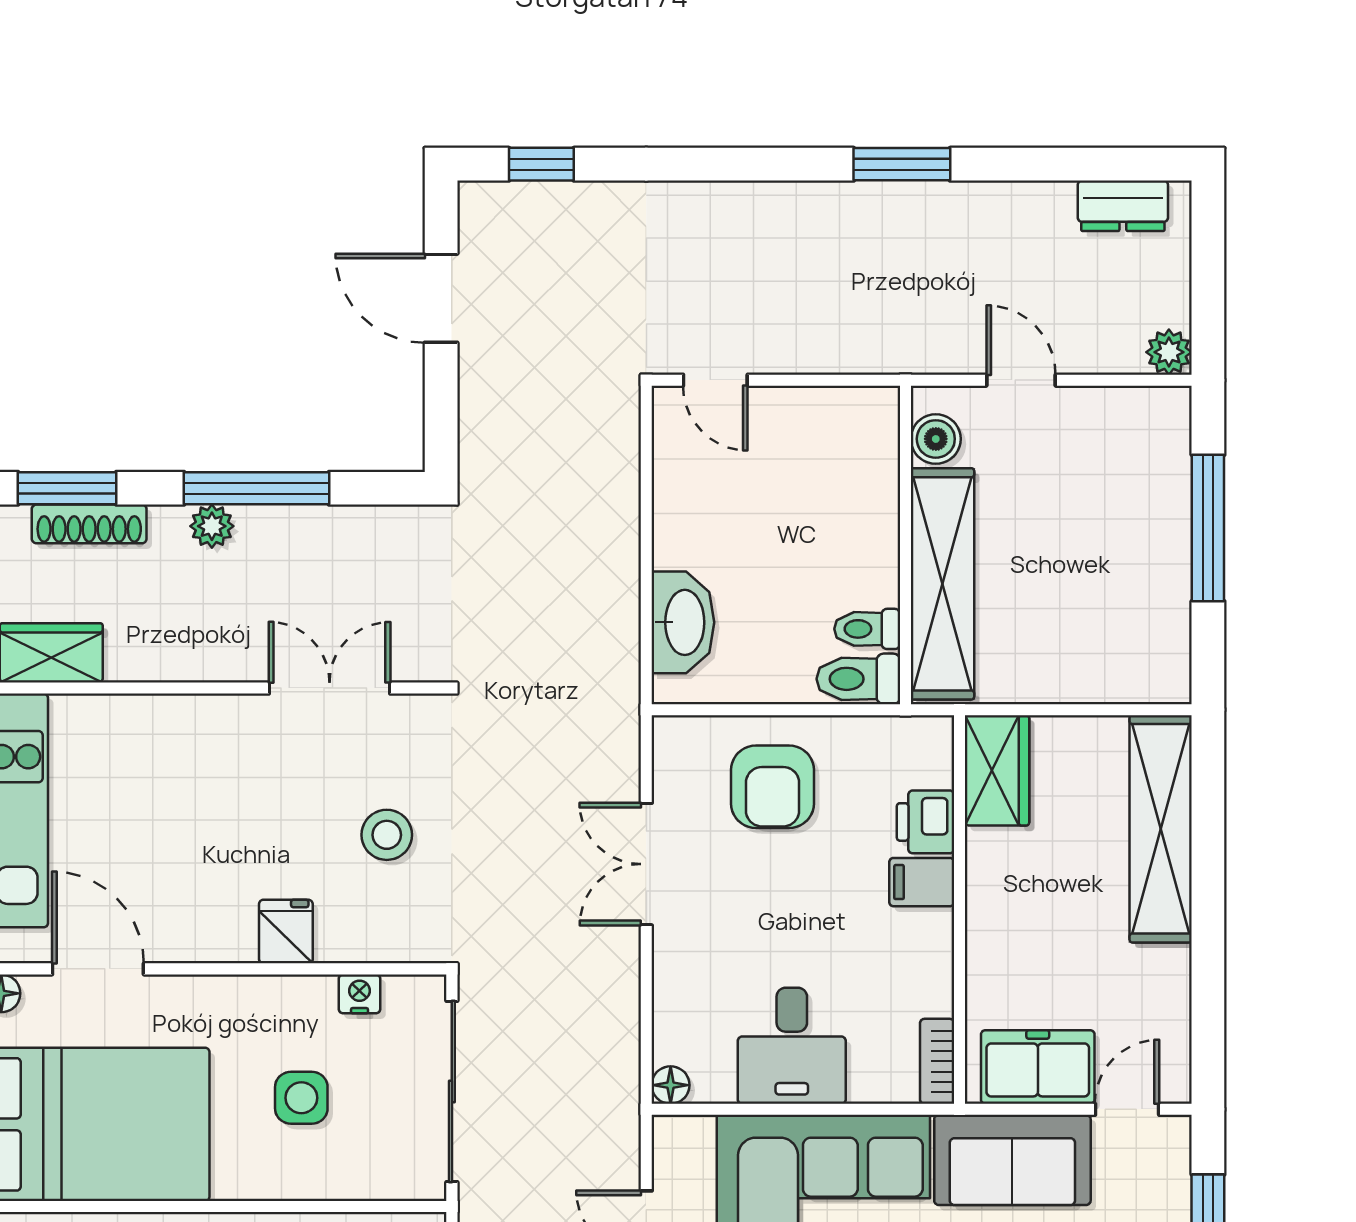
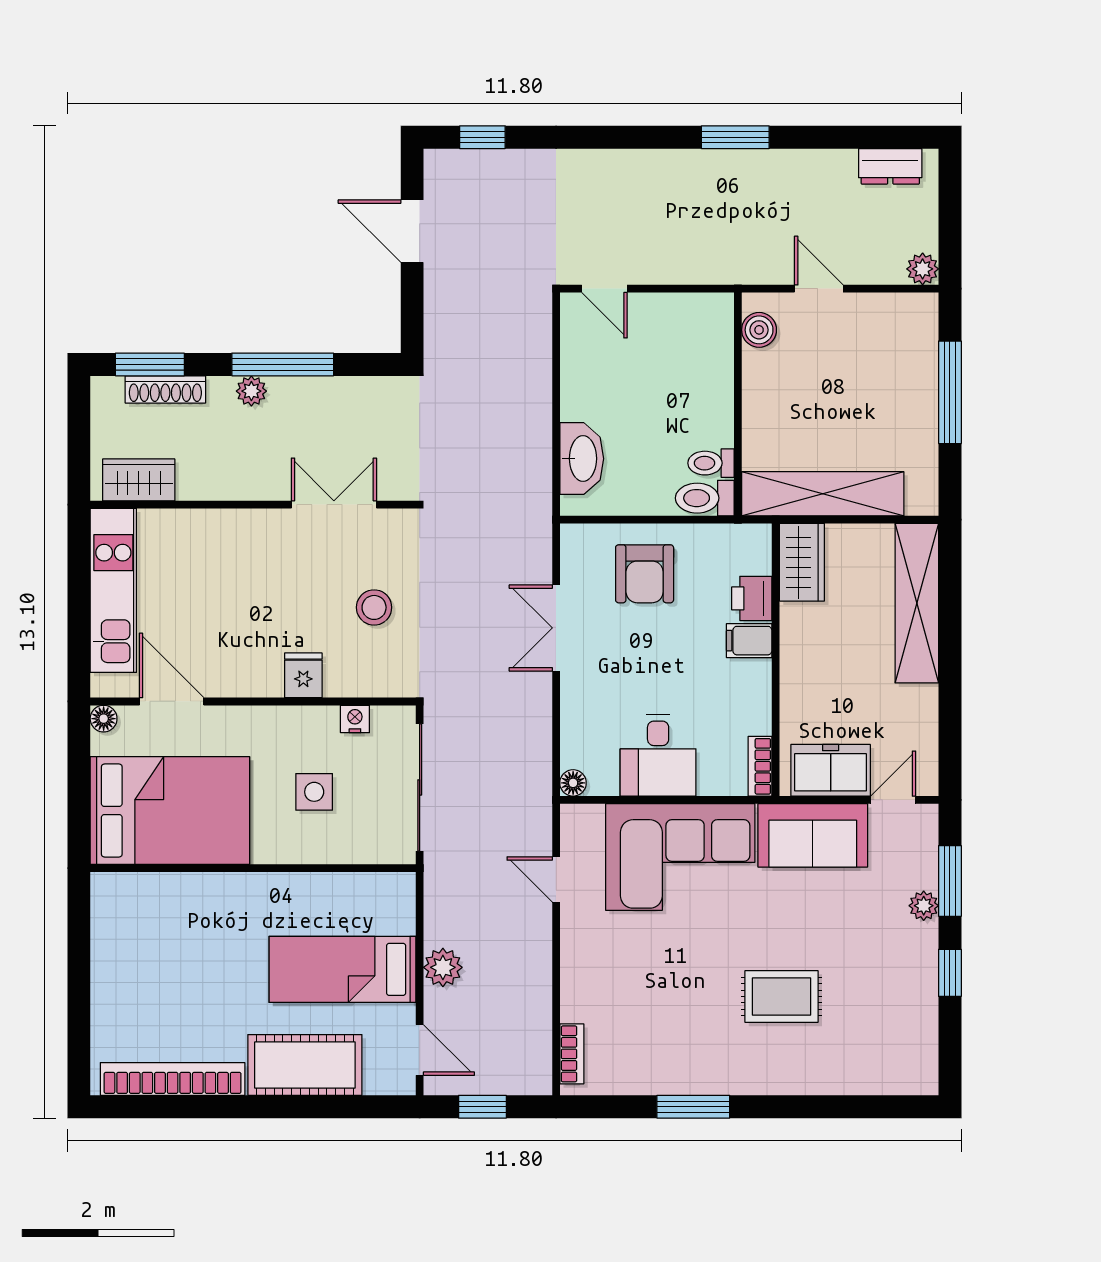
shelving: (942, 584) -> (823, 494), moved, turned 90

